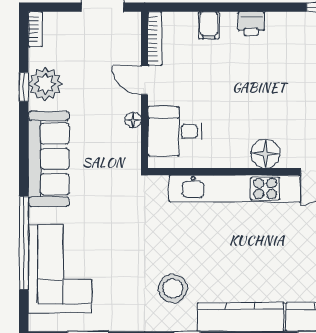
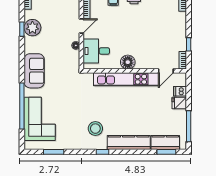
door: (145, 80) -> (81, 26), swing flipped
floor lamp: (266, 154) -> (128, 62), moved
sofa: (49, 159) -> (34, 71), width x0.73

